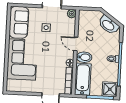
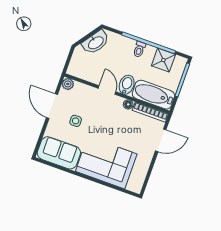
door: (76, 44) -> (107, 90), swing flipped
shower: (110, 89) -> (163, 60), moved

